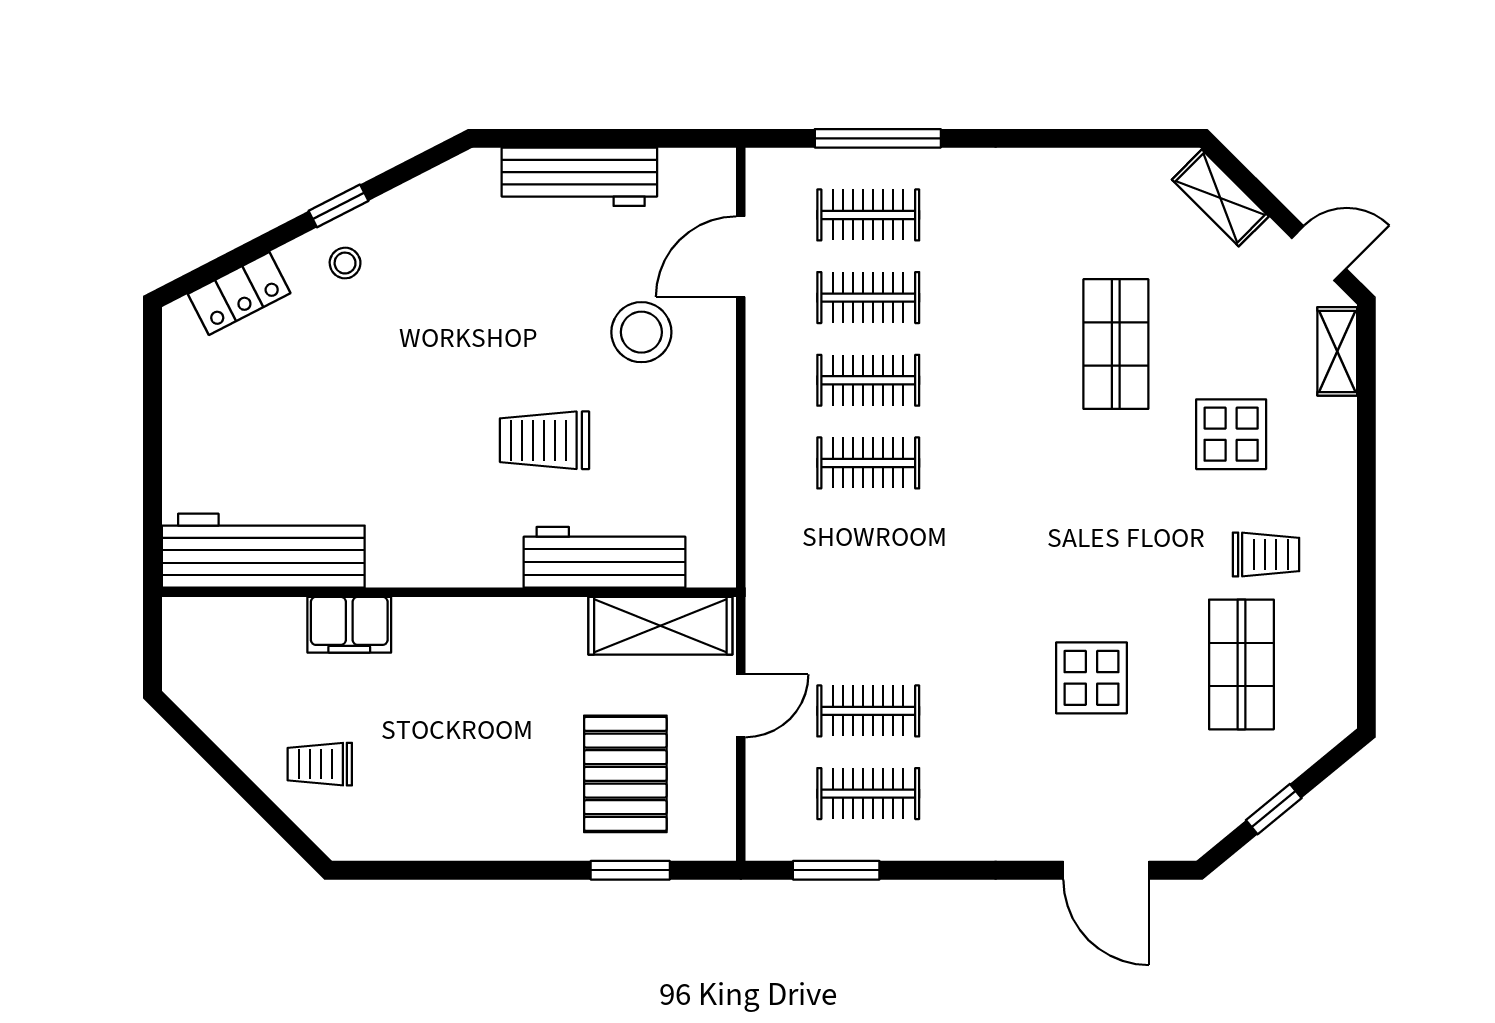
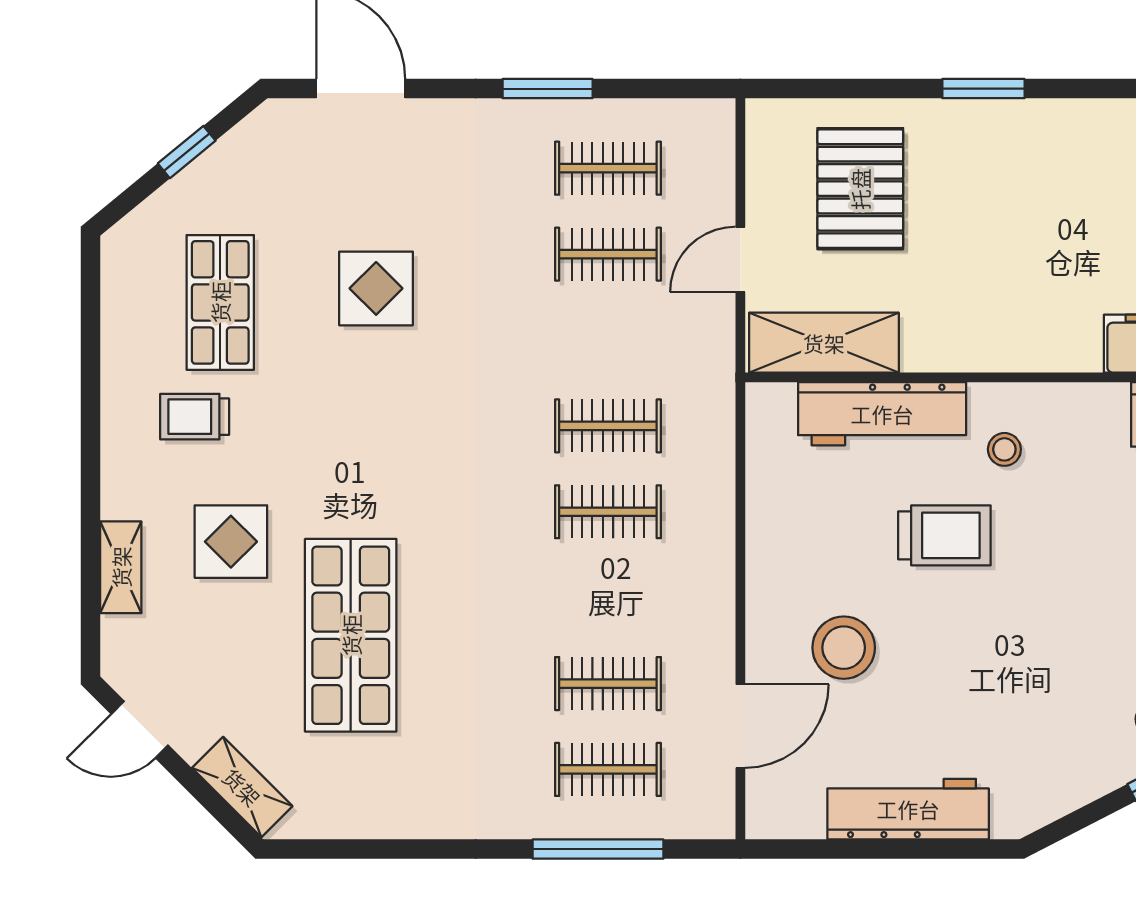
shop shelf: (1116, 344) -> (351, 635), width x1.43, depth x1.36
shelving: (1337, 351) -> (121, 567), moved
clothes rail: (868, 380) -> (608, 426), moved
stool: (487, 523) -> (1004, 449), added
window: (630, 870) -> (983, 89), moved
window: (836, 870) -> (548, 89), moved

